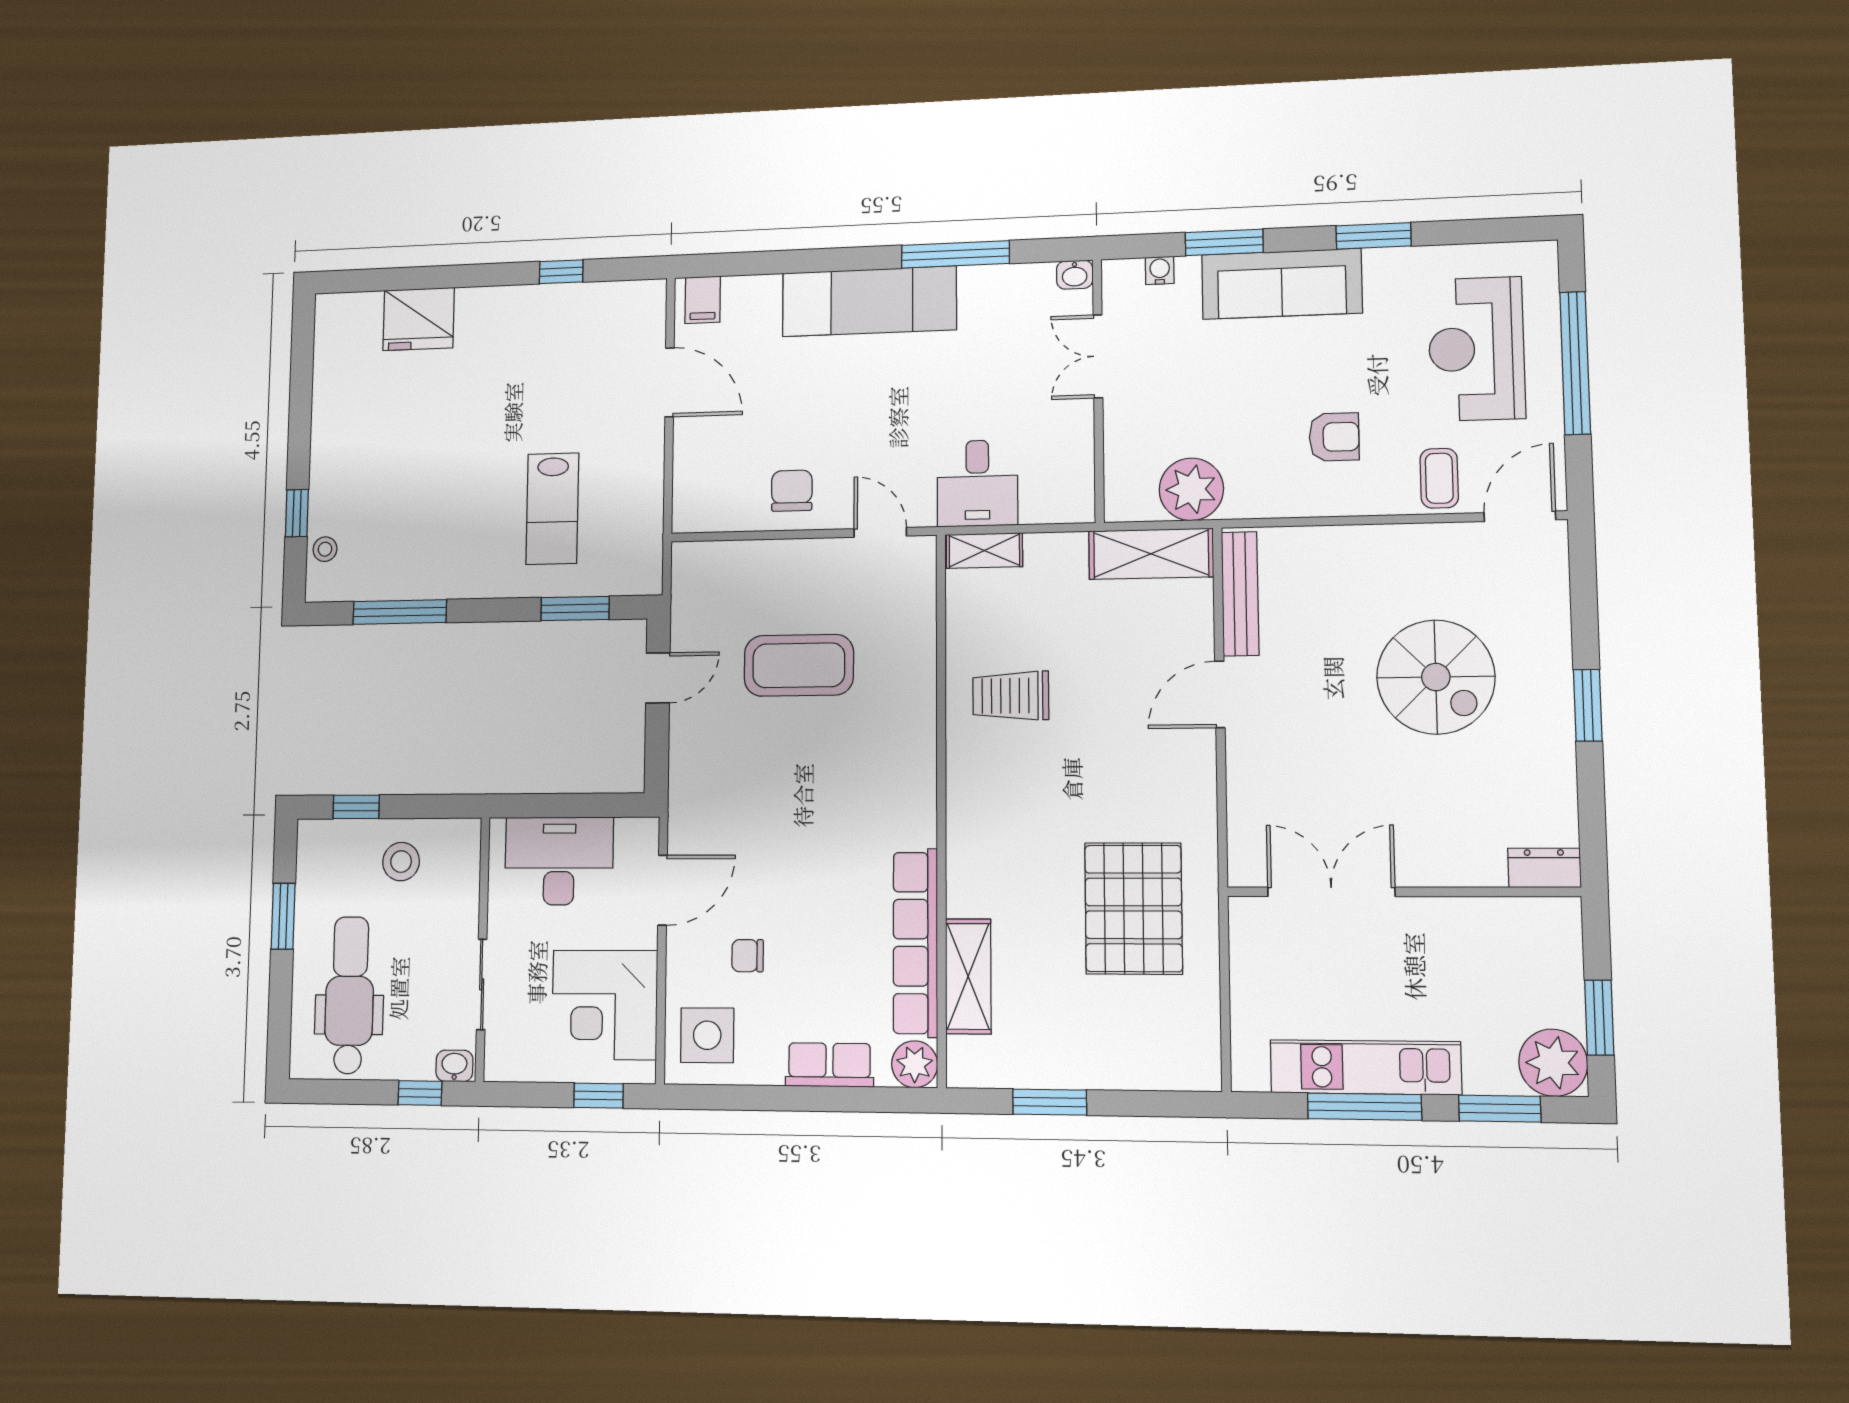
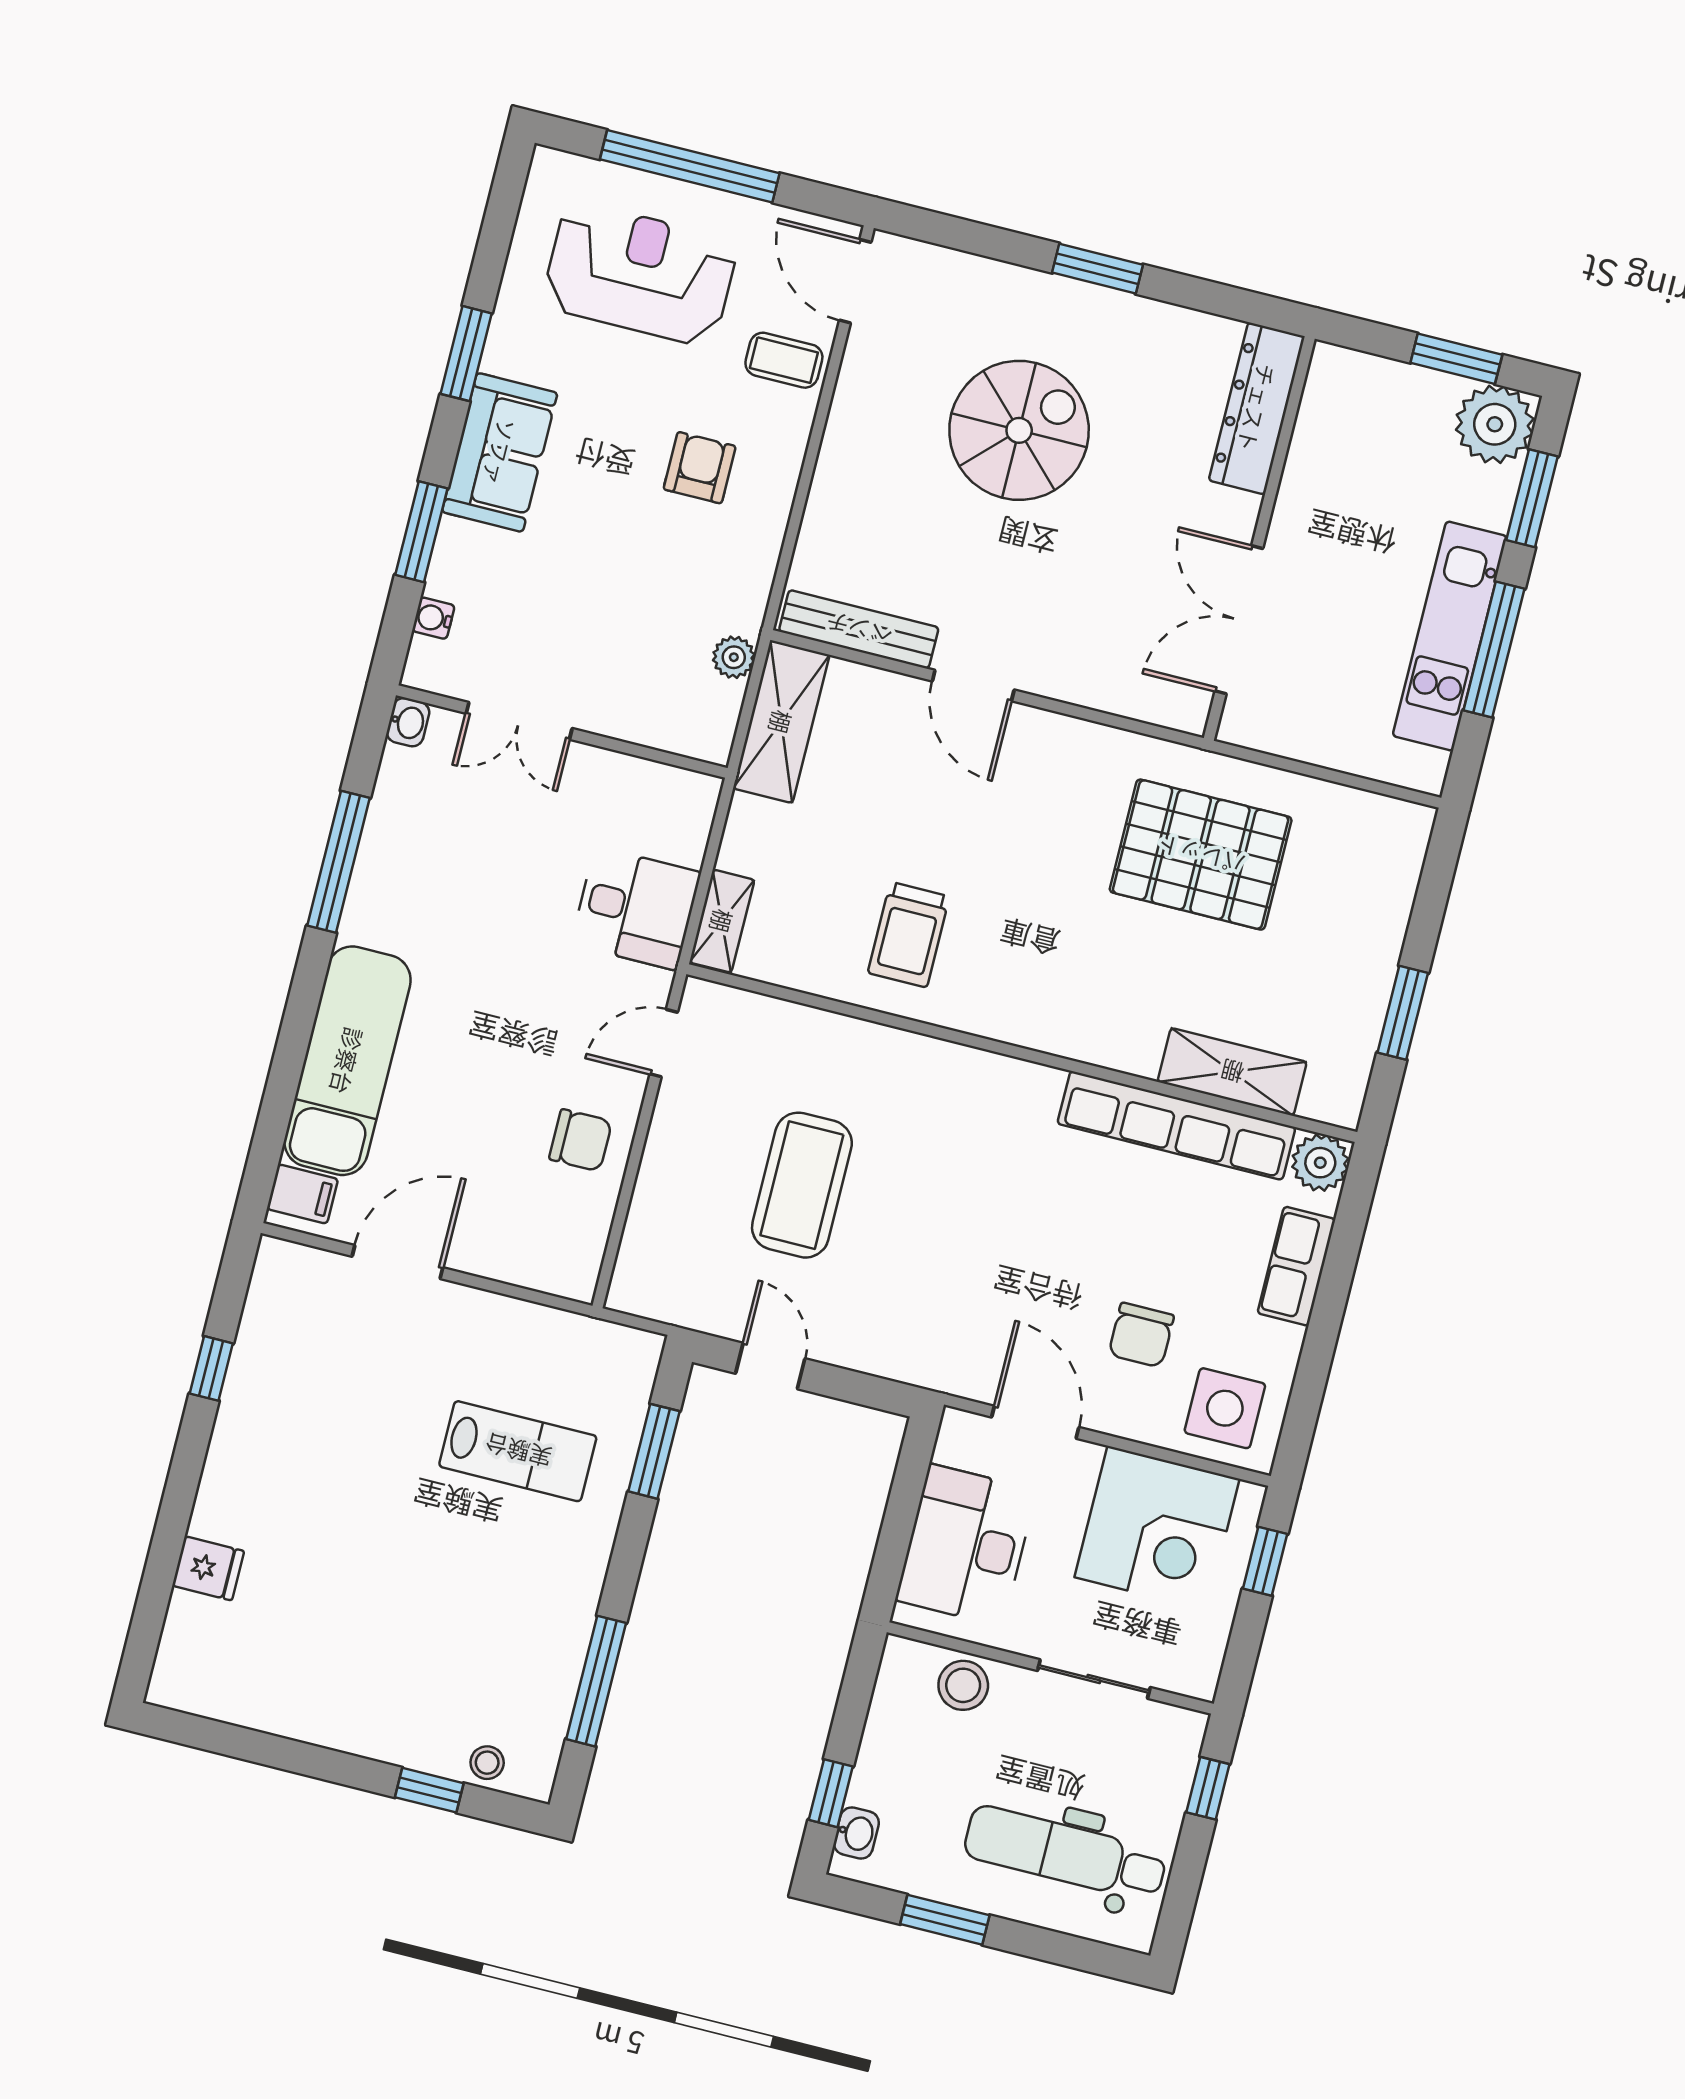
sofa: (1282, 284) -> (500, 452), width x0.73
exam couch: (869, 301) -> (347, 1061), moved
fridge: (419, 319) -> (208, 1568), width x0.53, depth x0.75
reception desk: (1476, 349) -> (640, 274), turned 180
plant: (1191, 489) -> (734, 657), width x0.53, depth x0.53
chair: (792, 491) -> (581, 1140), turned 180
stool: (401, 862) -> (963, 1685), moved
dresser: (1544, 868) -> (1257, 408), width x1.96, depth x1.24
chair: (748, 956) -> (1141, 1335), width x1.37, depth x1.37
washbasin: (454, 1066) -> (856, 1833), moved, turned 180

